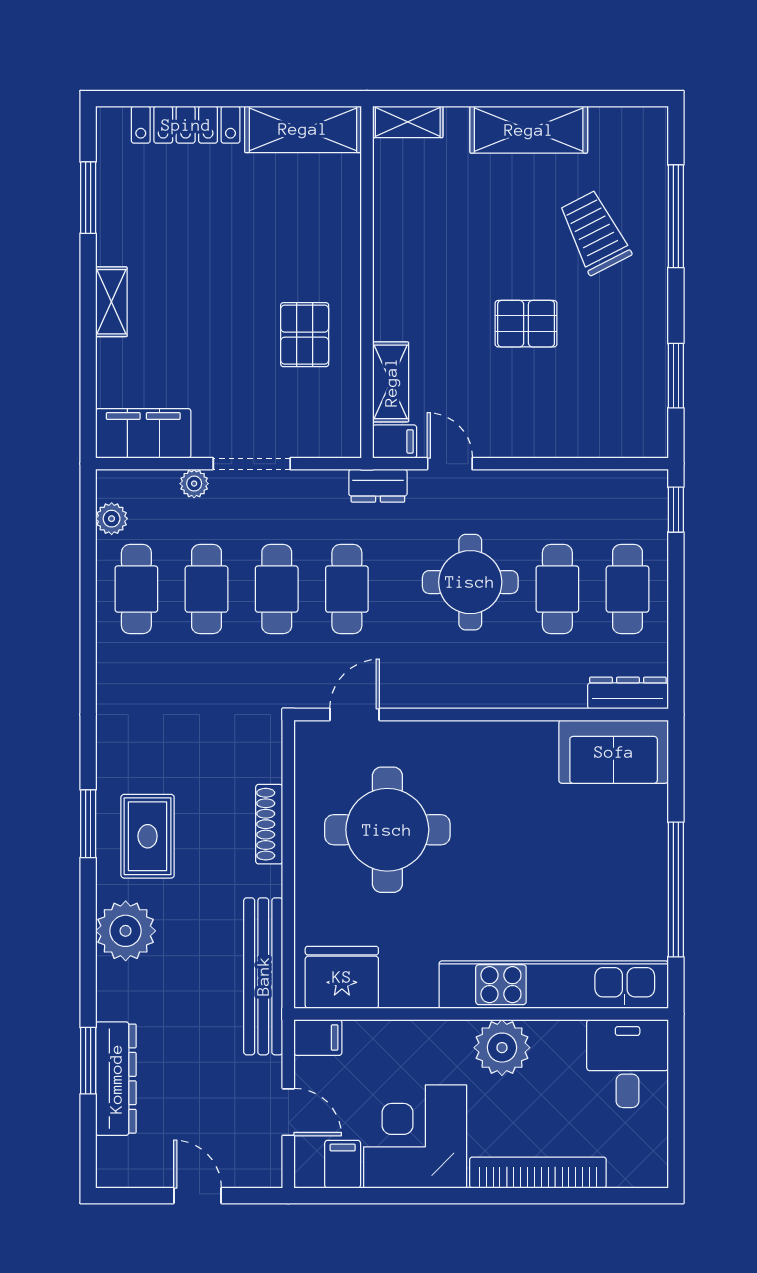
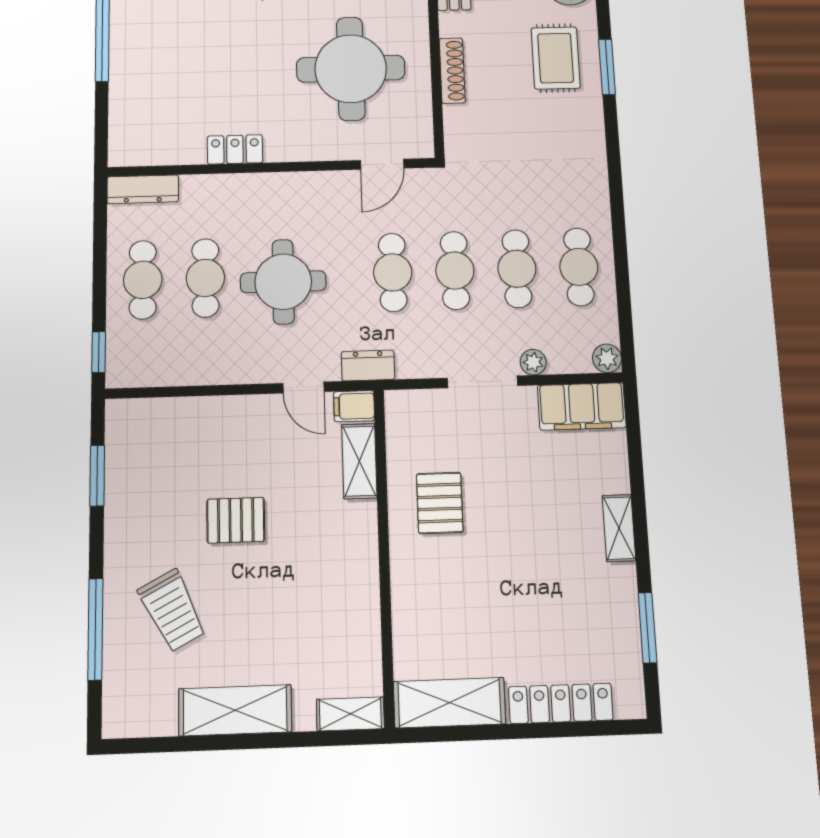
plant: (112, 519) -> (607, 358), moved
locker: (523, 737) -> (235, 149), added
sofa: (614, 752) -> (156, 139), removed

